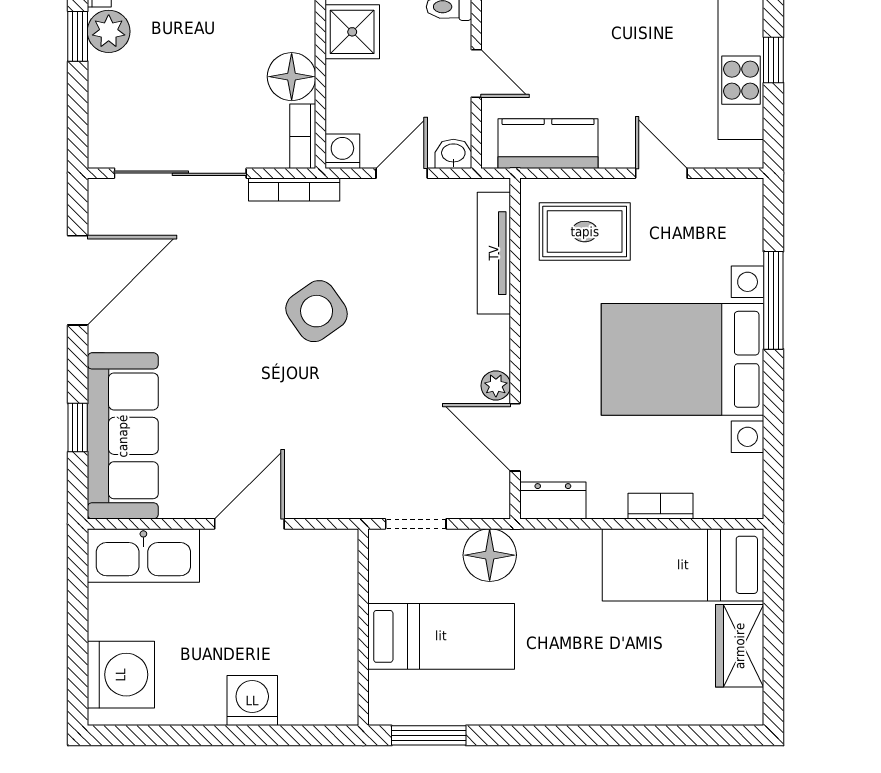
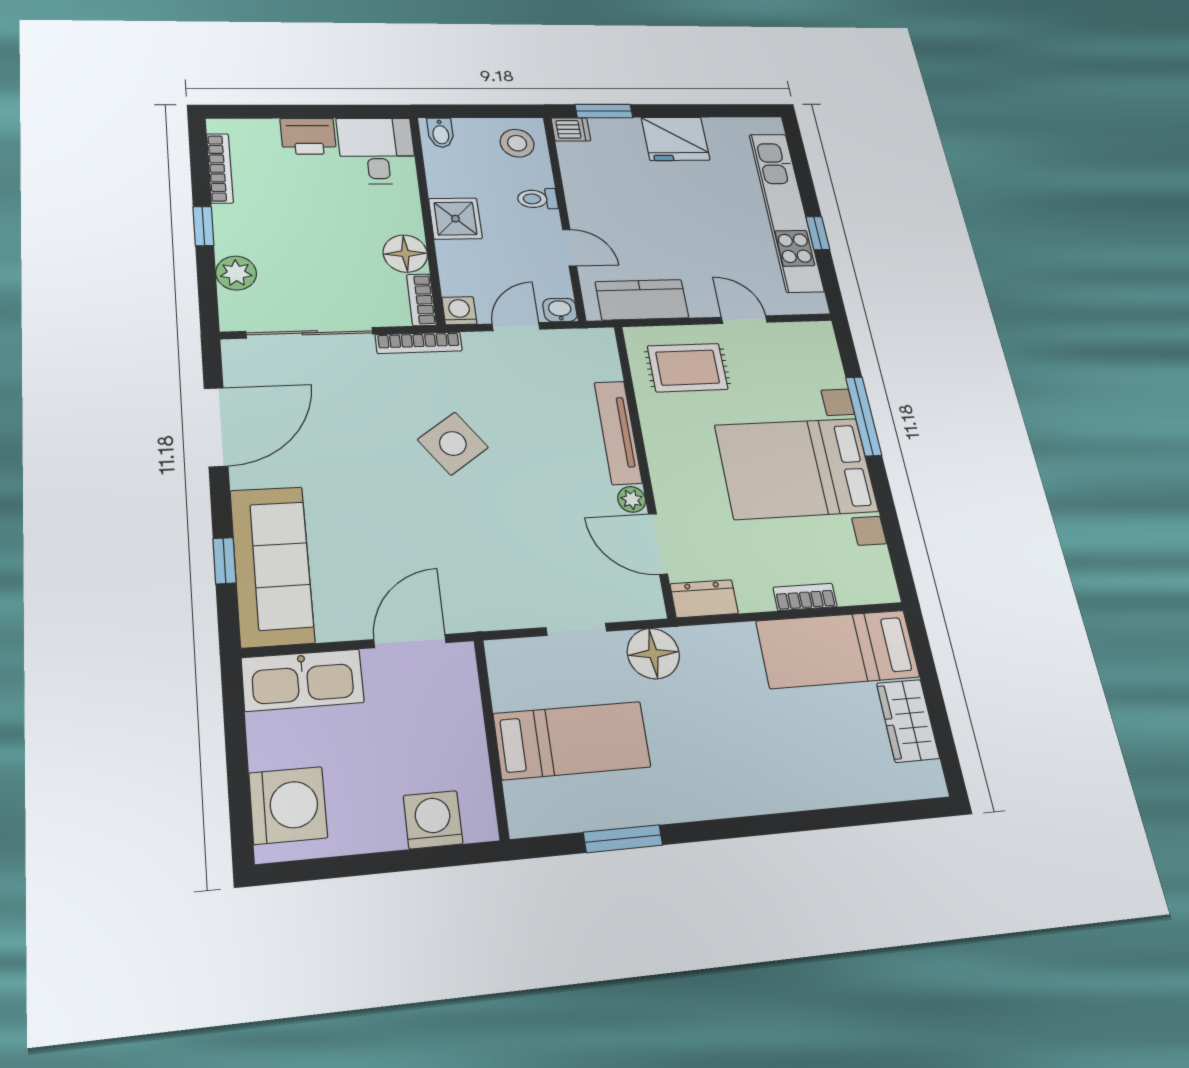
plant: (109, 31) -> (236, 273), moved
tv unit: (494, 253) -> (618, 432), moved
wall: (363, 627) -> (491, 738), moved
bed: (441, 636) -> (572, 740), moved

